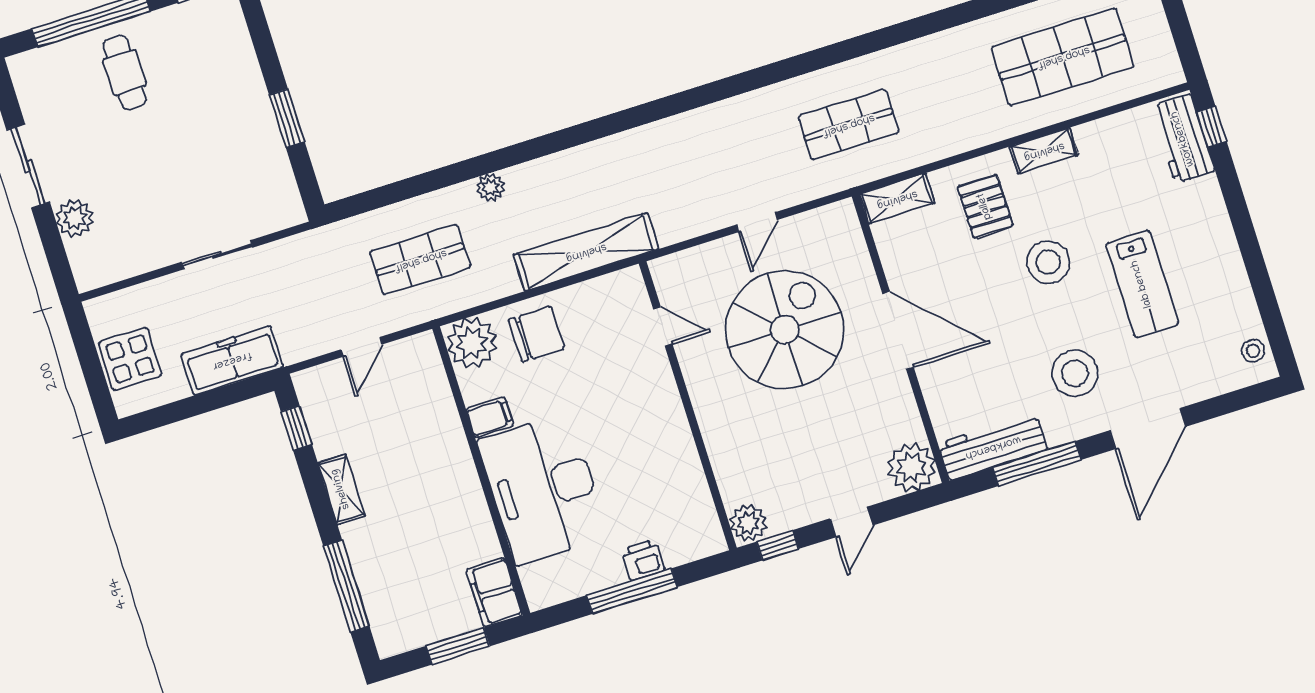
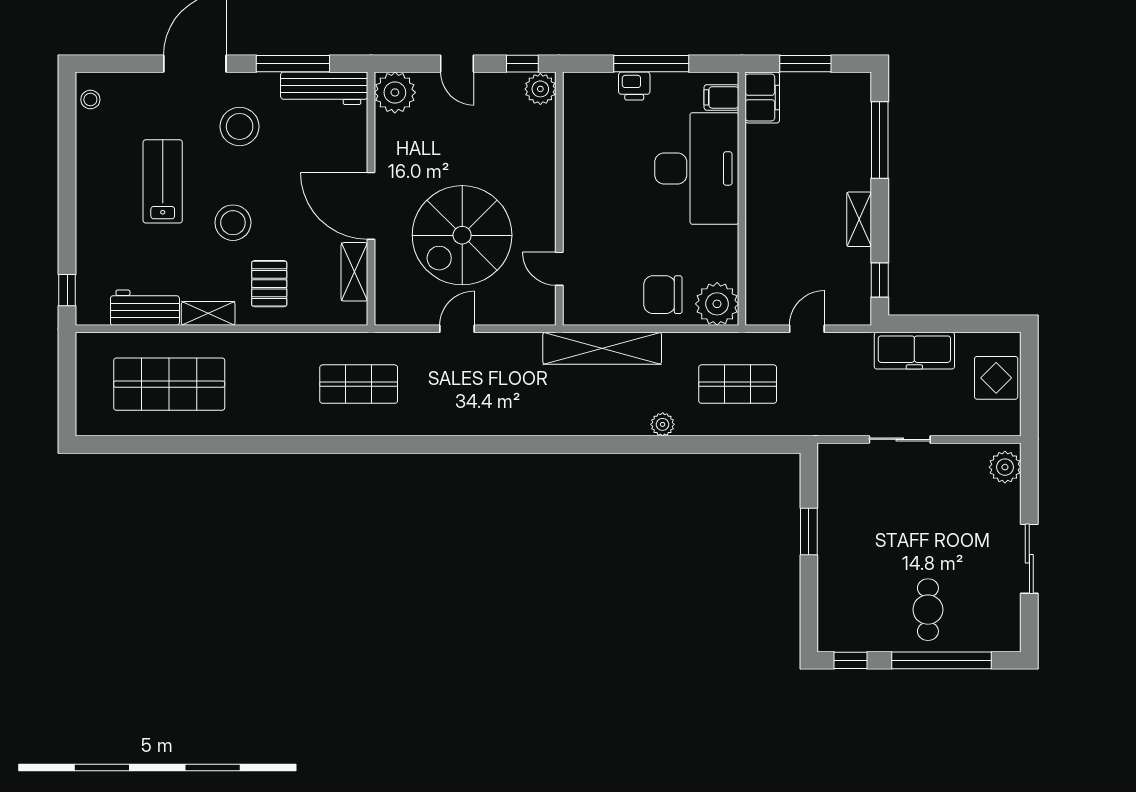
workbench: (1183, 139) -> (145, 308), moved, turned -90
shelving: (897, 199) -> (354, 272), moved, turned 90
plant: (75, 218) -> (1005, 467), moved
filing cabinet: (490, 417) -> (721, 97), moved
door: (851, 522) -> (457, 64), swing flipped

